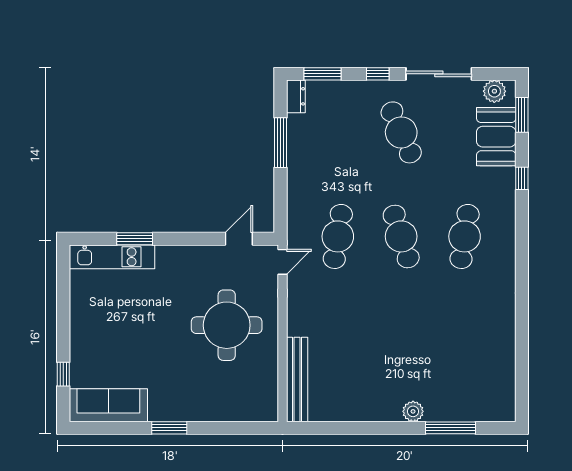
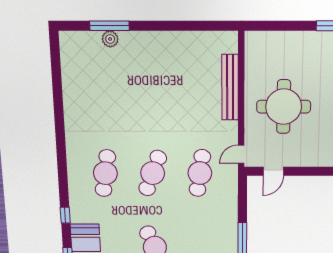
cafe table: (401, 236) -> (153, 173), turned 39
bench: (297, 379) -> (230, 87), moved
plant: (413, 411) -> (110, 39), moved

